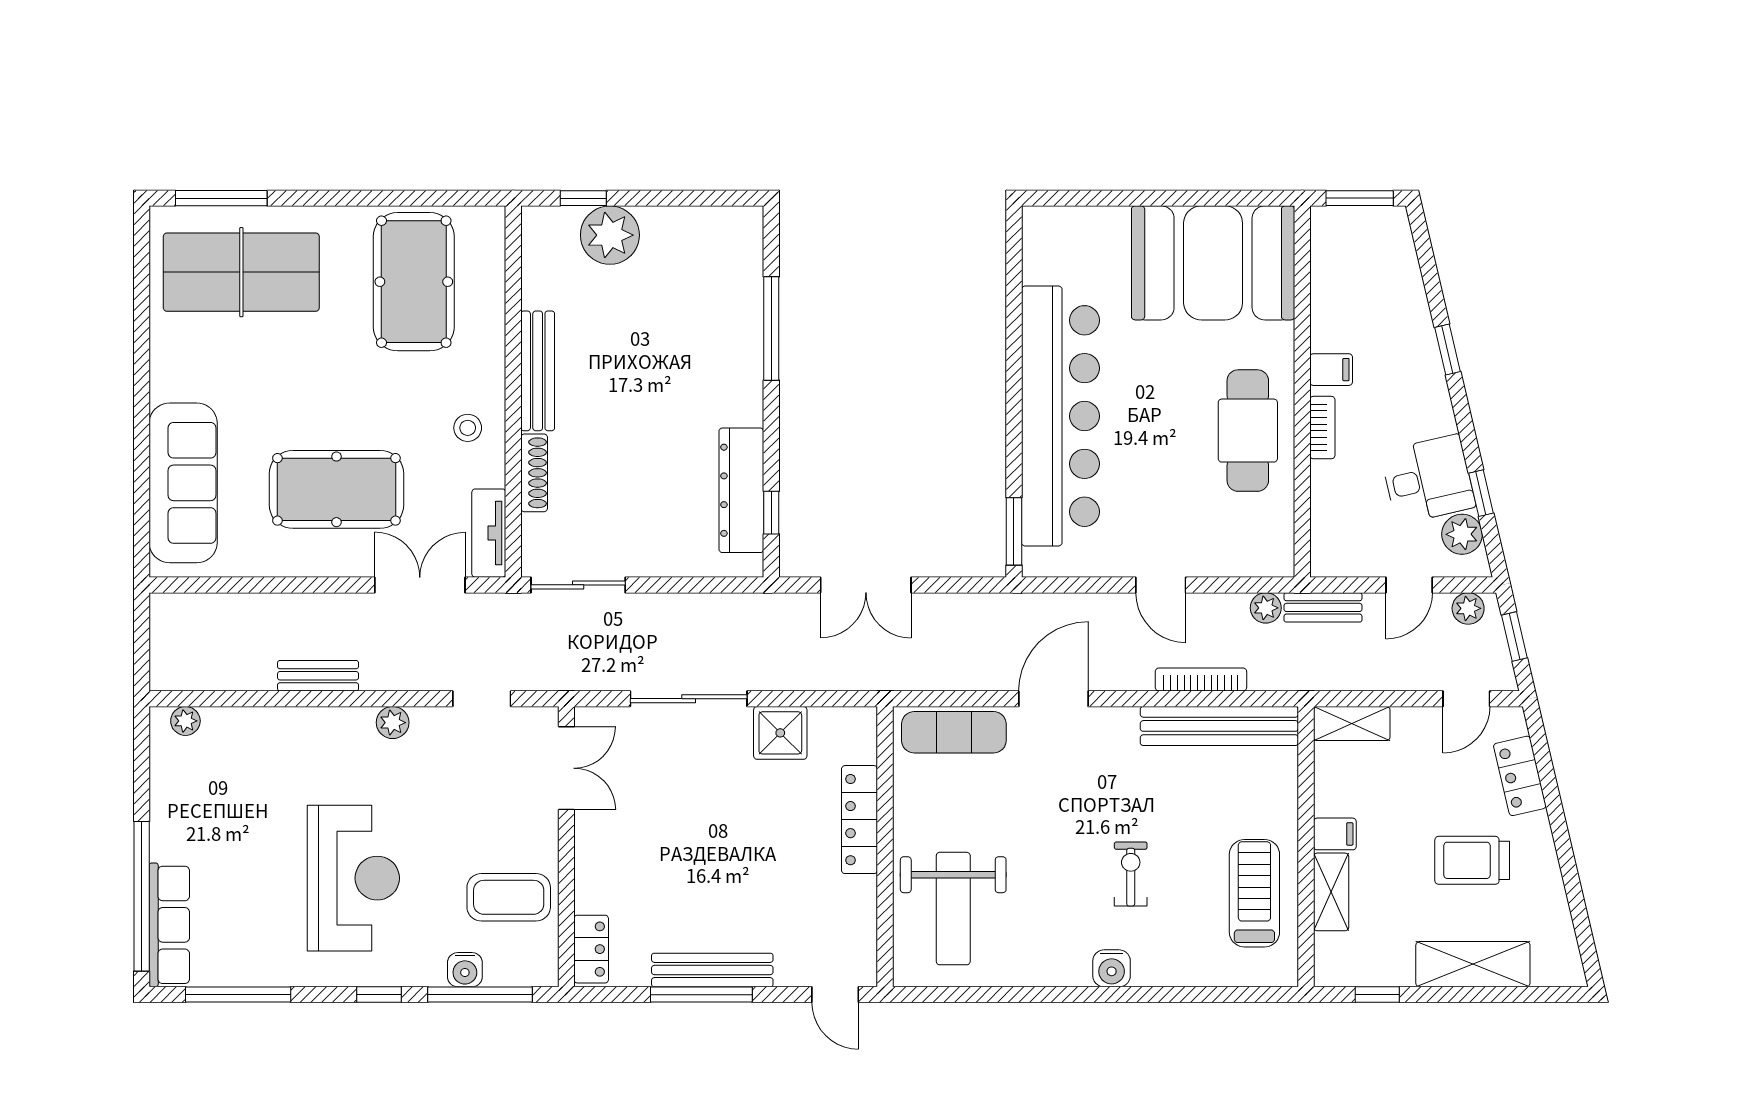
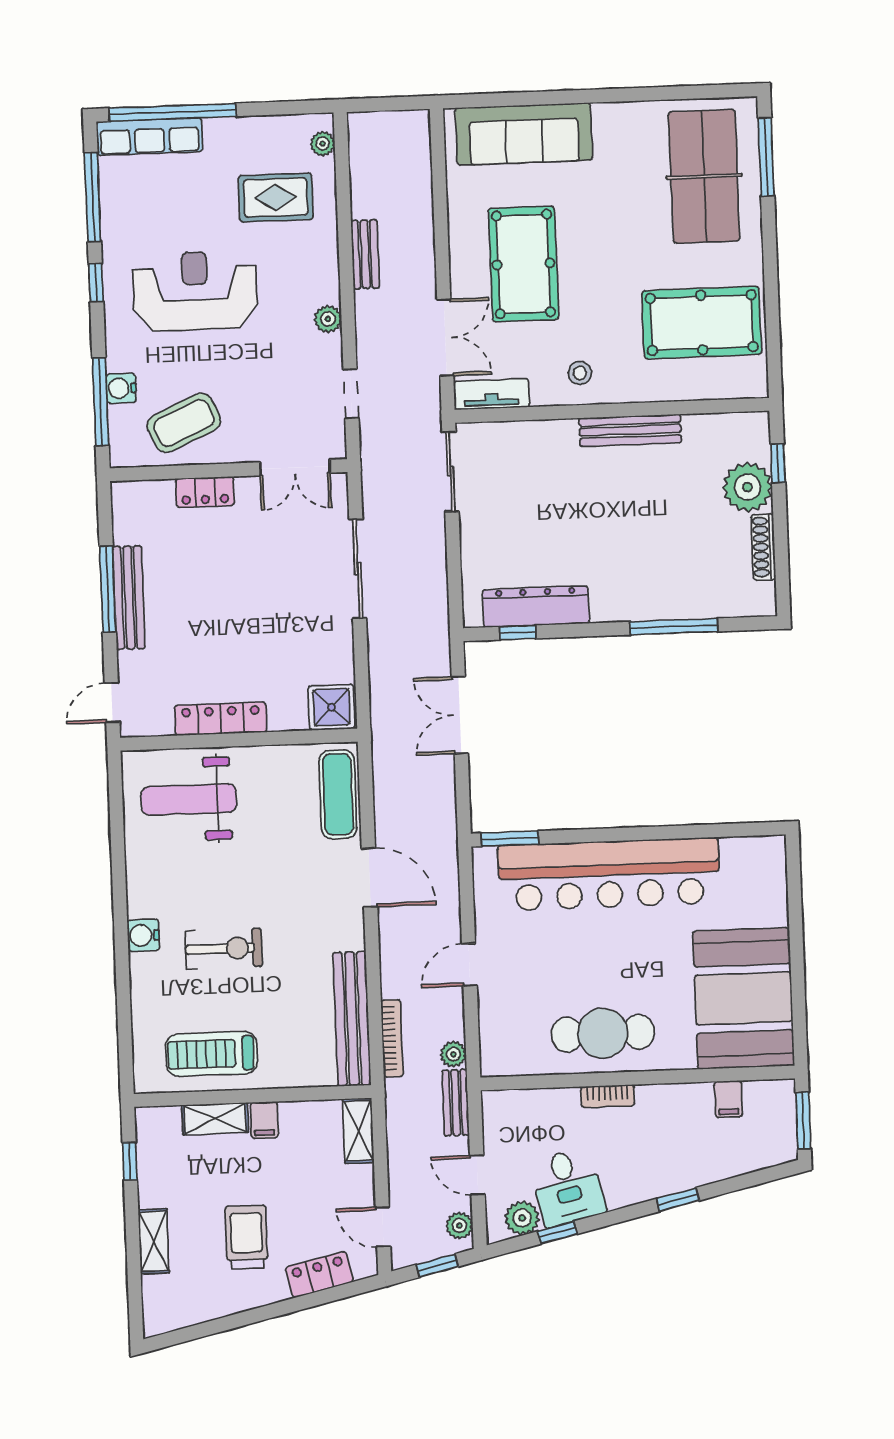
filing cabinet: (1331, 370) -> (728, 1099), moved
shoe rack: (534, 473) -> (763, 547), moved, turned 90
bookcase: (1201, 680) -> (392, 1038), moved
shower: (780, 733) -> (331, 707), moved
rug: (247, 779) -> (276, 197), added
locker: (859, 820) -> (221, 719), moved
exercise bike: (1131, 874) -> (224, 949), width x1.38, depth x1.39
reception desk: (353, 878) -> (195, 291), turned 180
treadmill: (1254, 893) -> (211, 1054), turned 180
coffee table: (509, 897) -> (184, 423), turned 66
locker: (591, 949) -> (205, 492), moved
shelving: (1473, 964) -> (154, 1241), width x0.67, depth x0.75
window: (379, 995) -> (96, 283), moved

